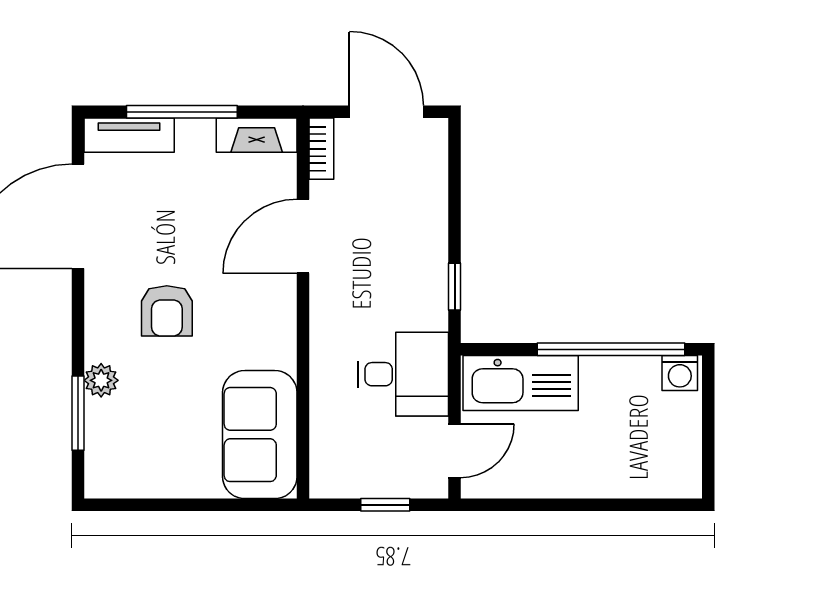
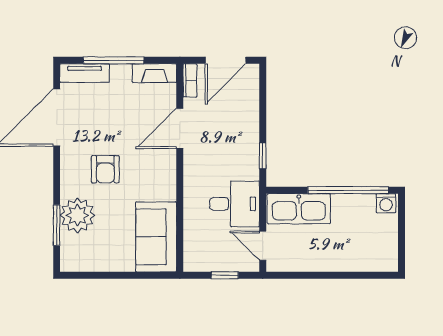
door: (387, 112) -> (225, 60), swing flipped
plant: (101, 380) -> (77, 215), width x1.88, depth x1.88
door: (455, 451) -> (263, 246), swing flipped

